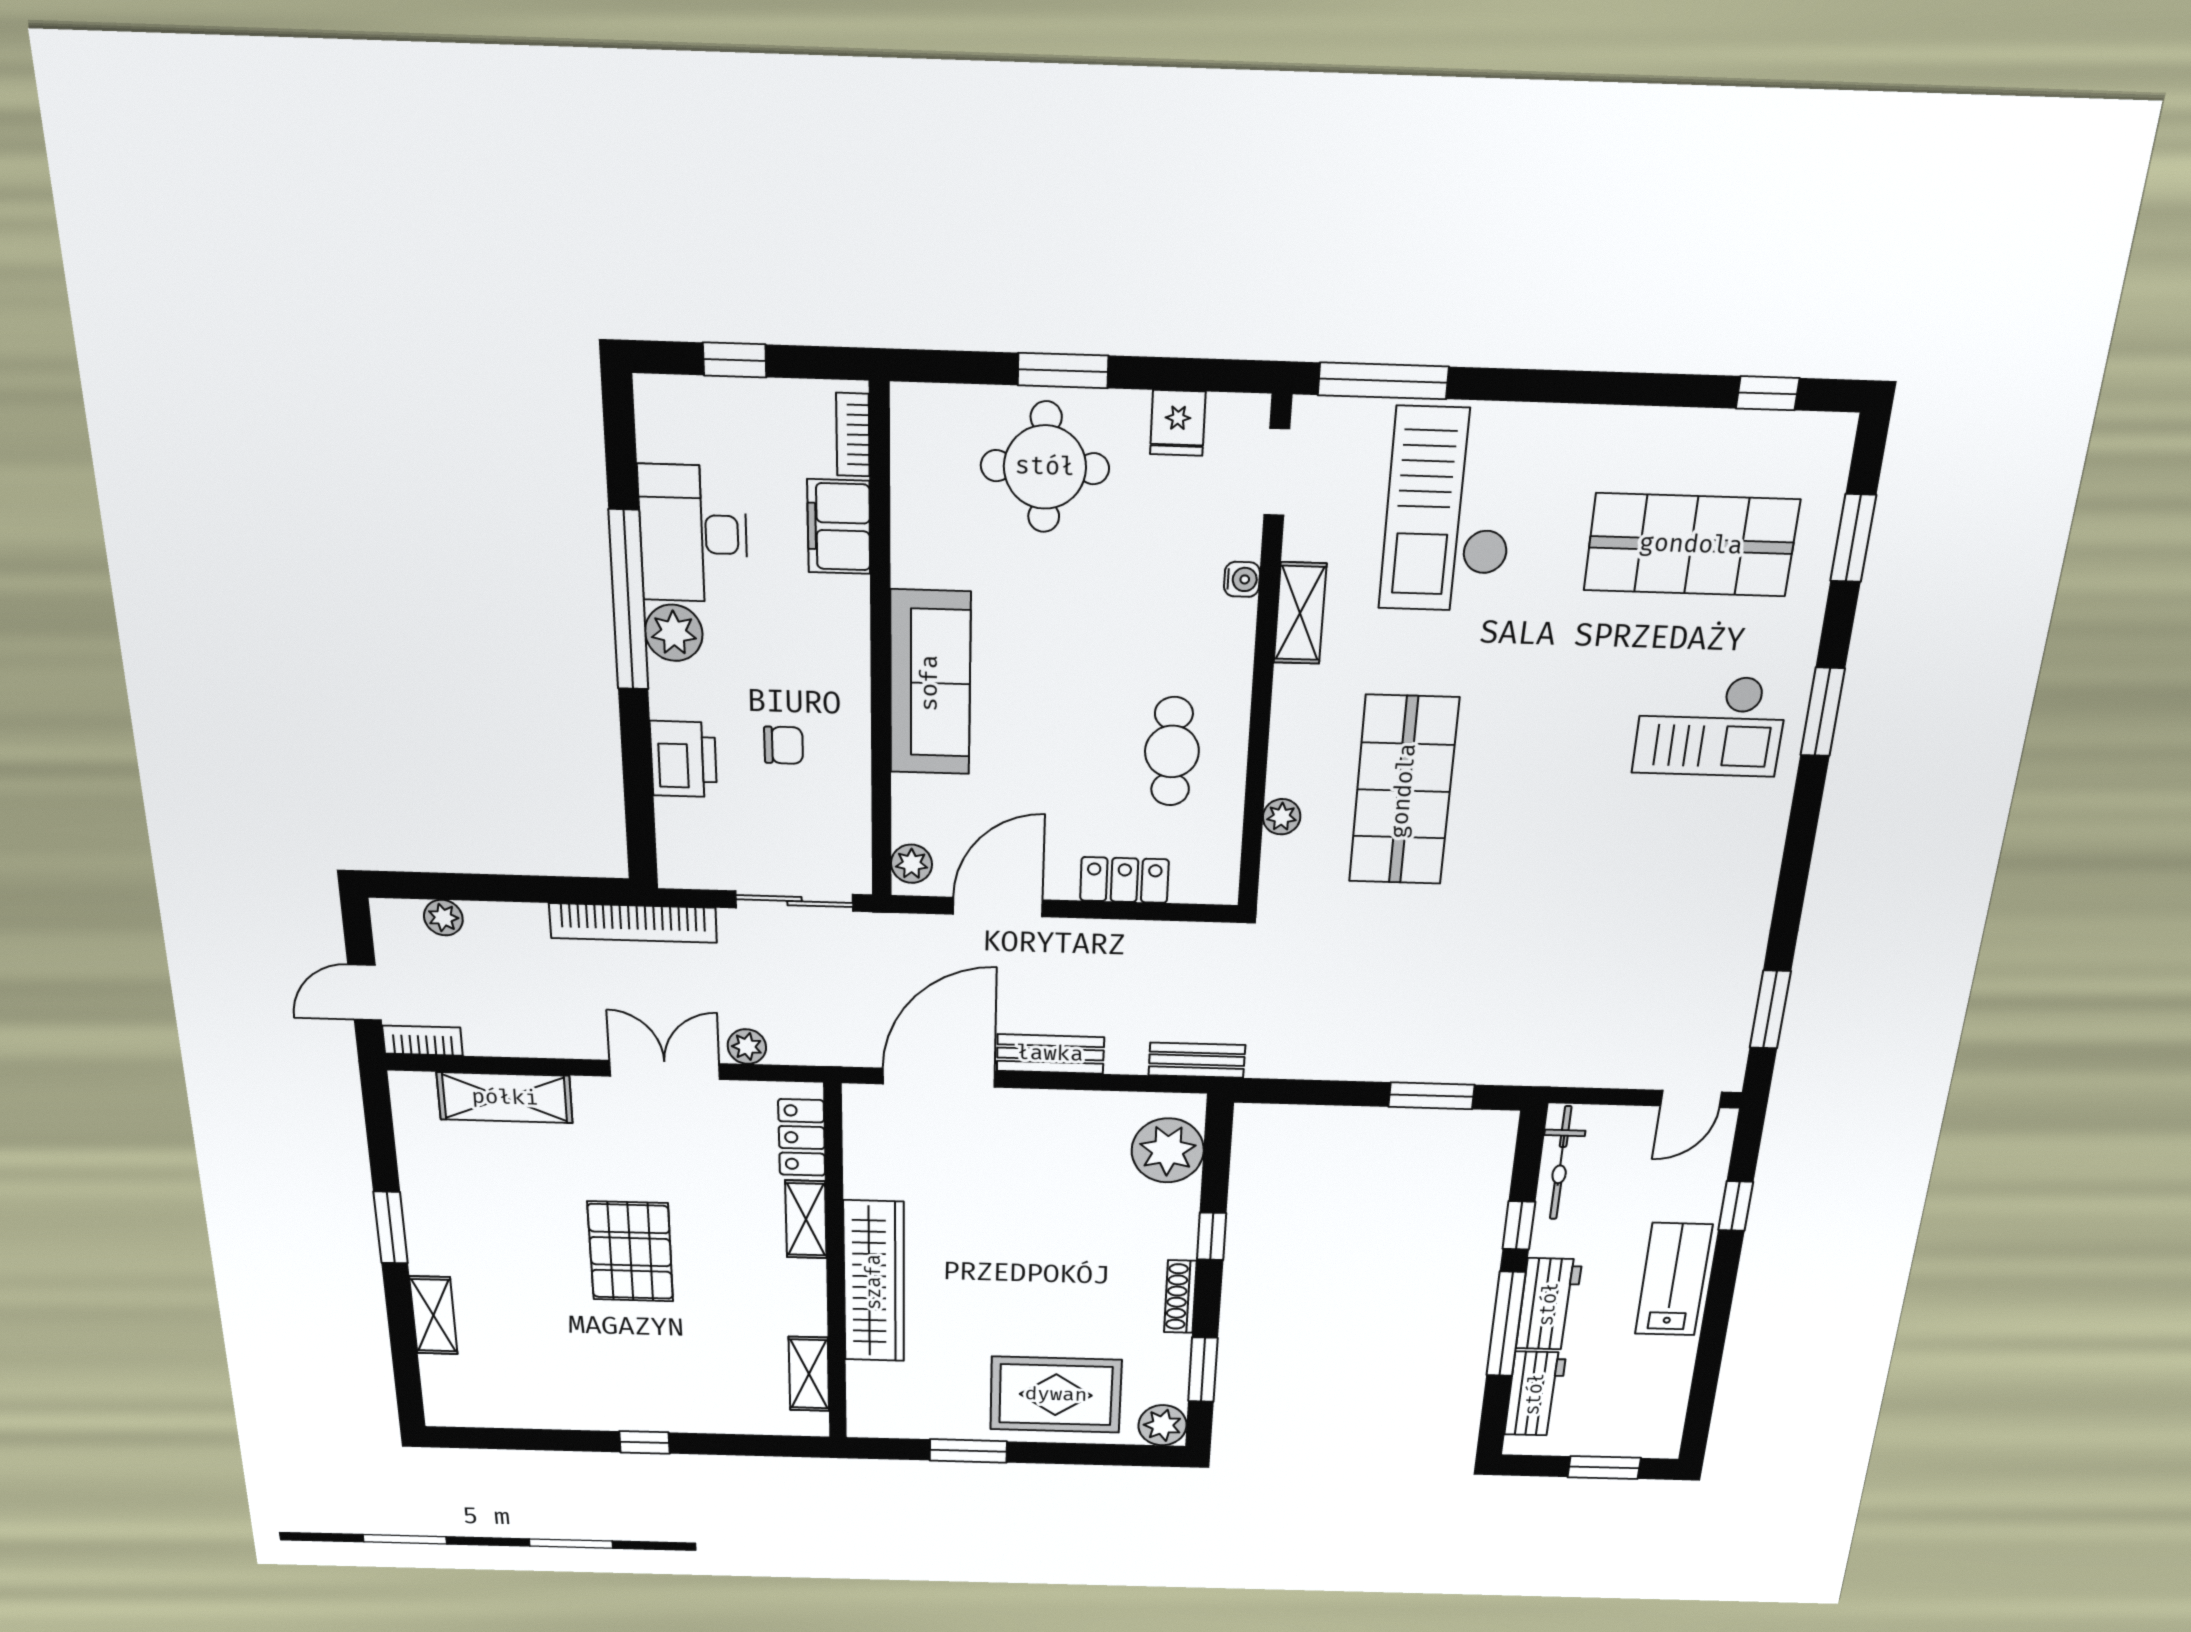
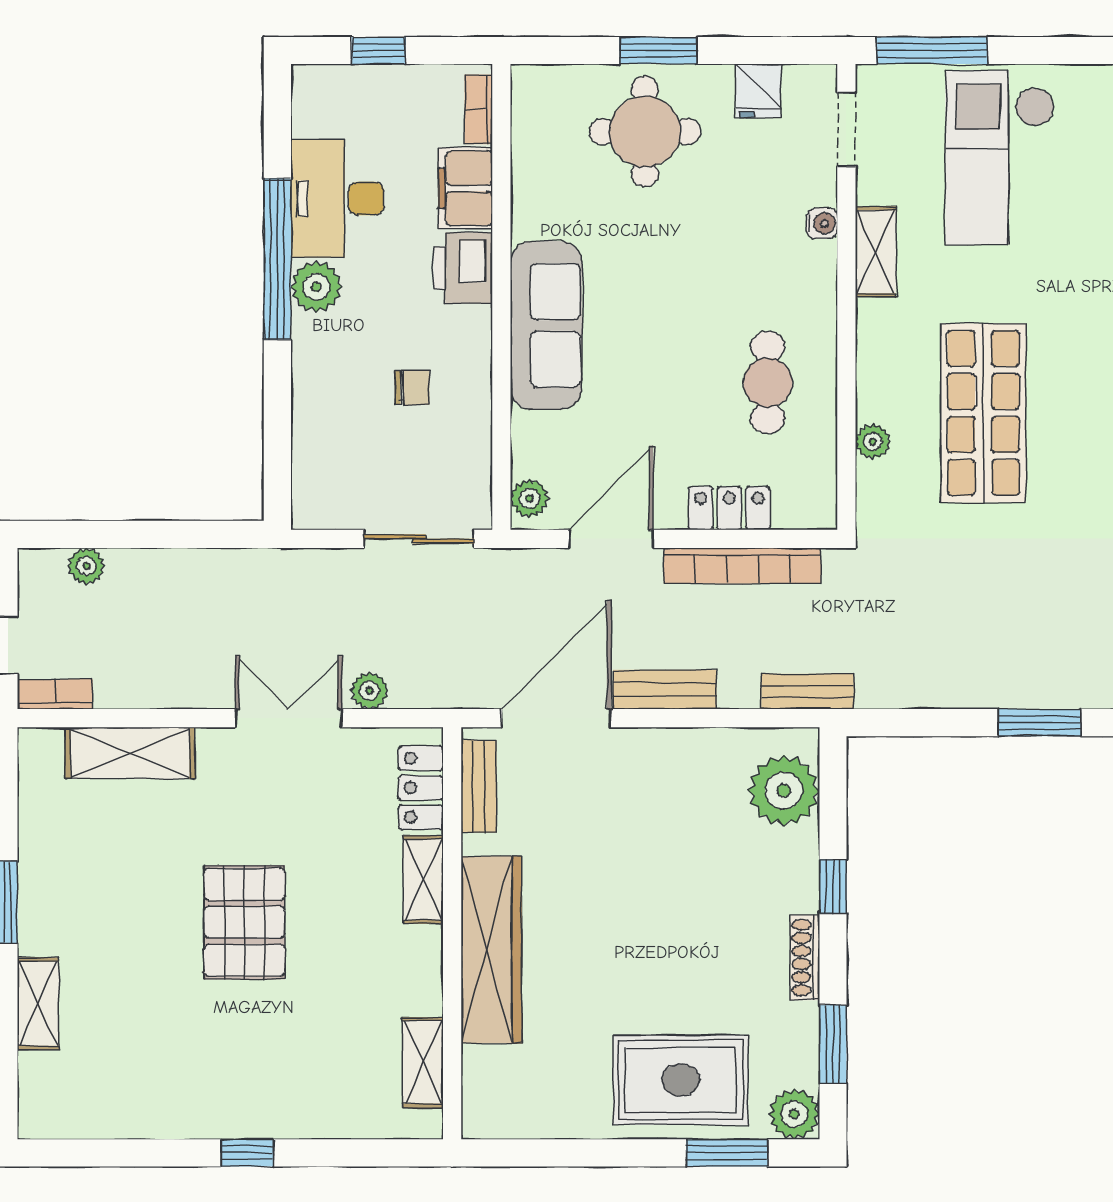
printer: (683, 759) -> (463, 268), moved, turned 180
bookcase: (633, 923) -> (742, 566), moved
bench: (860, 1138) -> (479, 786), added
window: (968, 1451) -> (727, 1153), moved

